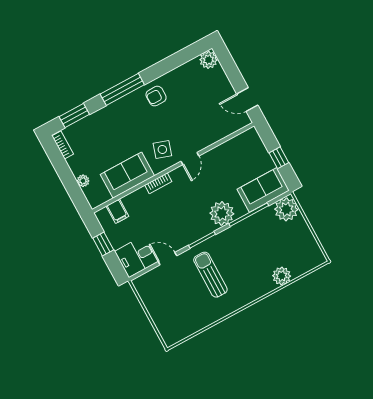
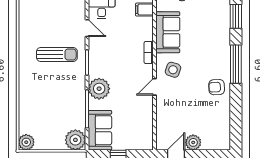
plant: (208, 60) -> (193, 142), moved
armchair: (156, 96) -> (217, 87), turned -93
door: (190, 159) -> (155, 87), hinge flipped
door: (167, 259) -> (87, 28), hinge flipped
plant: (282, 276) -> (26, 142), moved

